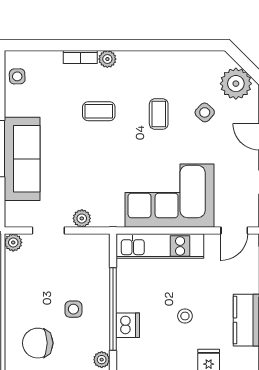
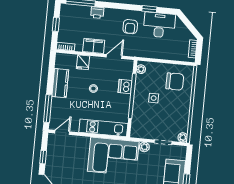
corner sofa: (169, 196) -> (113, 156), moved

